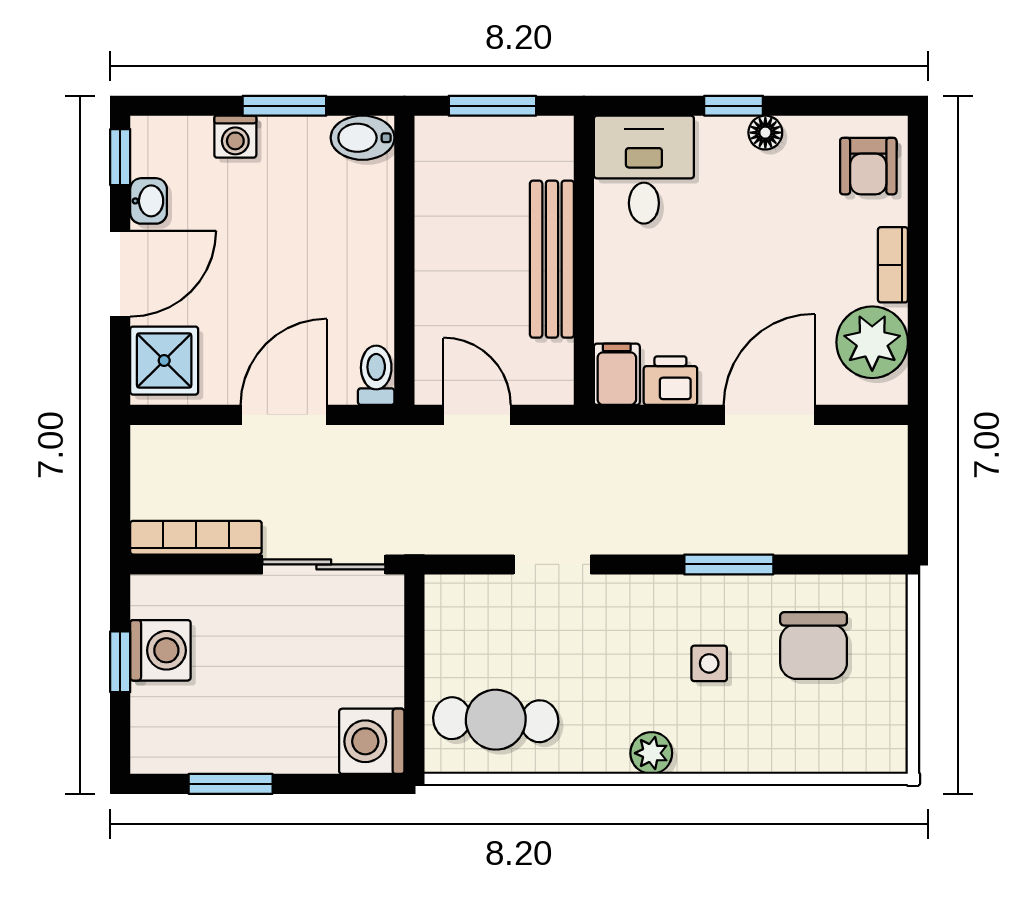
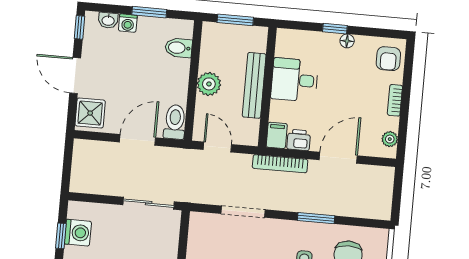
bidet: (363, 138) -> (179, 48), moved
desk: (644, 170) -> (295, 80), moved, turned -90
washbasin: (149, 201) -> (108, 20), moved, turned 90
plant: (443, 265) -> (209, 84), added
door: (120, 274) -> (75, 76), swing flipped
plant: (872, 342) -> (390, 139), width x0.53, depth x0.53
toilet: (376, 375) -> (175, 122), width x1.37, depth x1.39
bookcase: (196, 538) -> (280, 164), moved, turned 180
doorway: (552, 564) -> (243, 212), width x1.38

